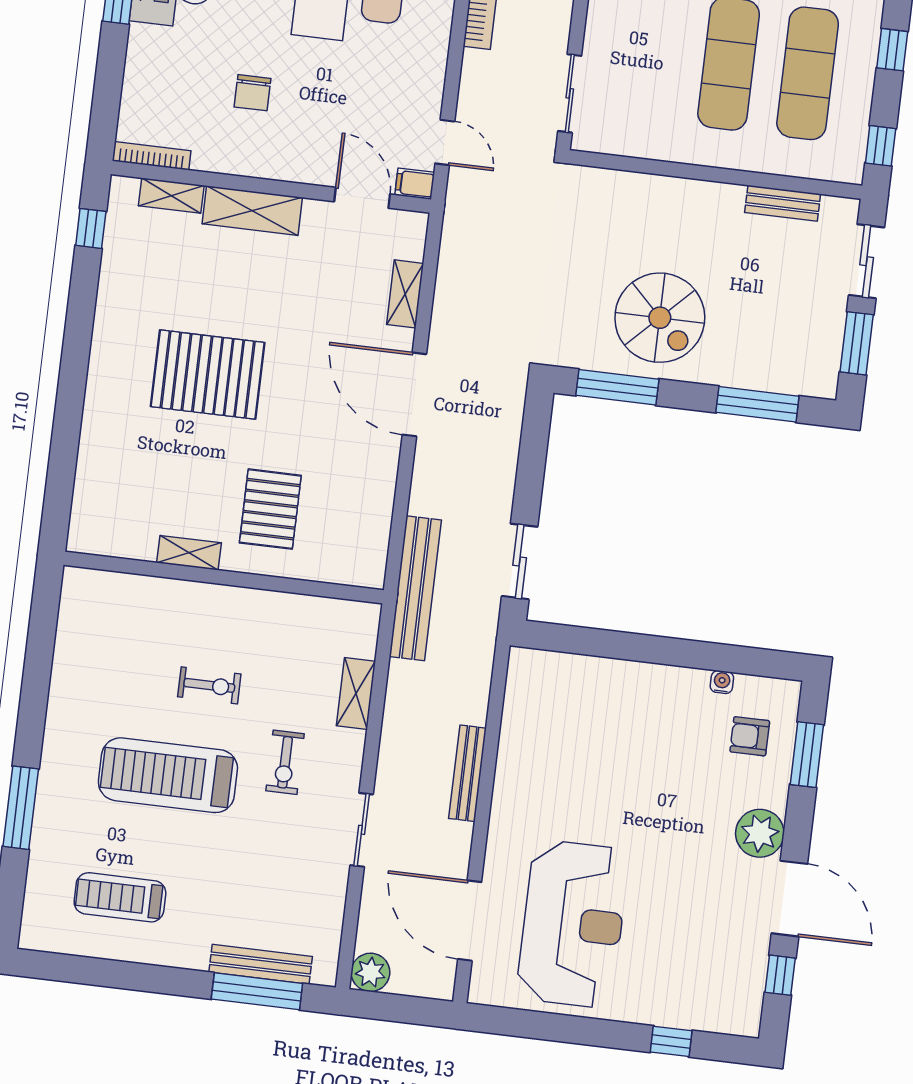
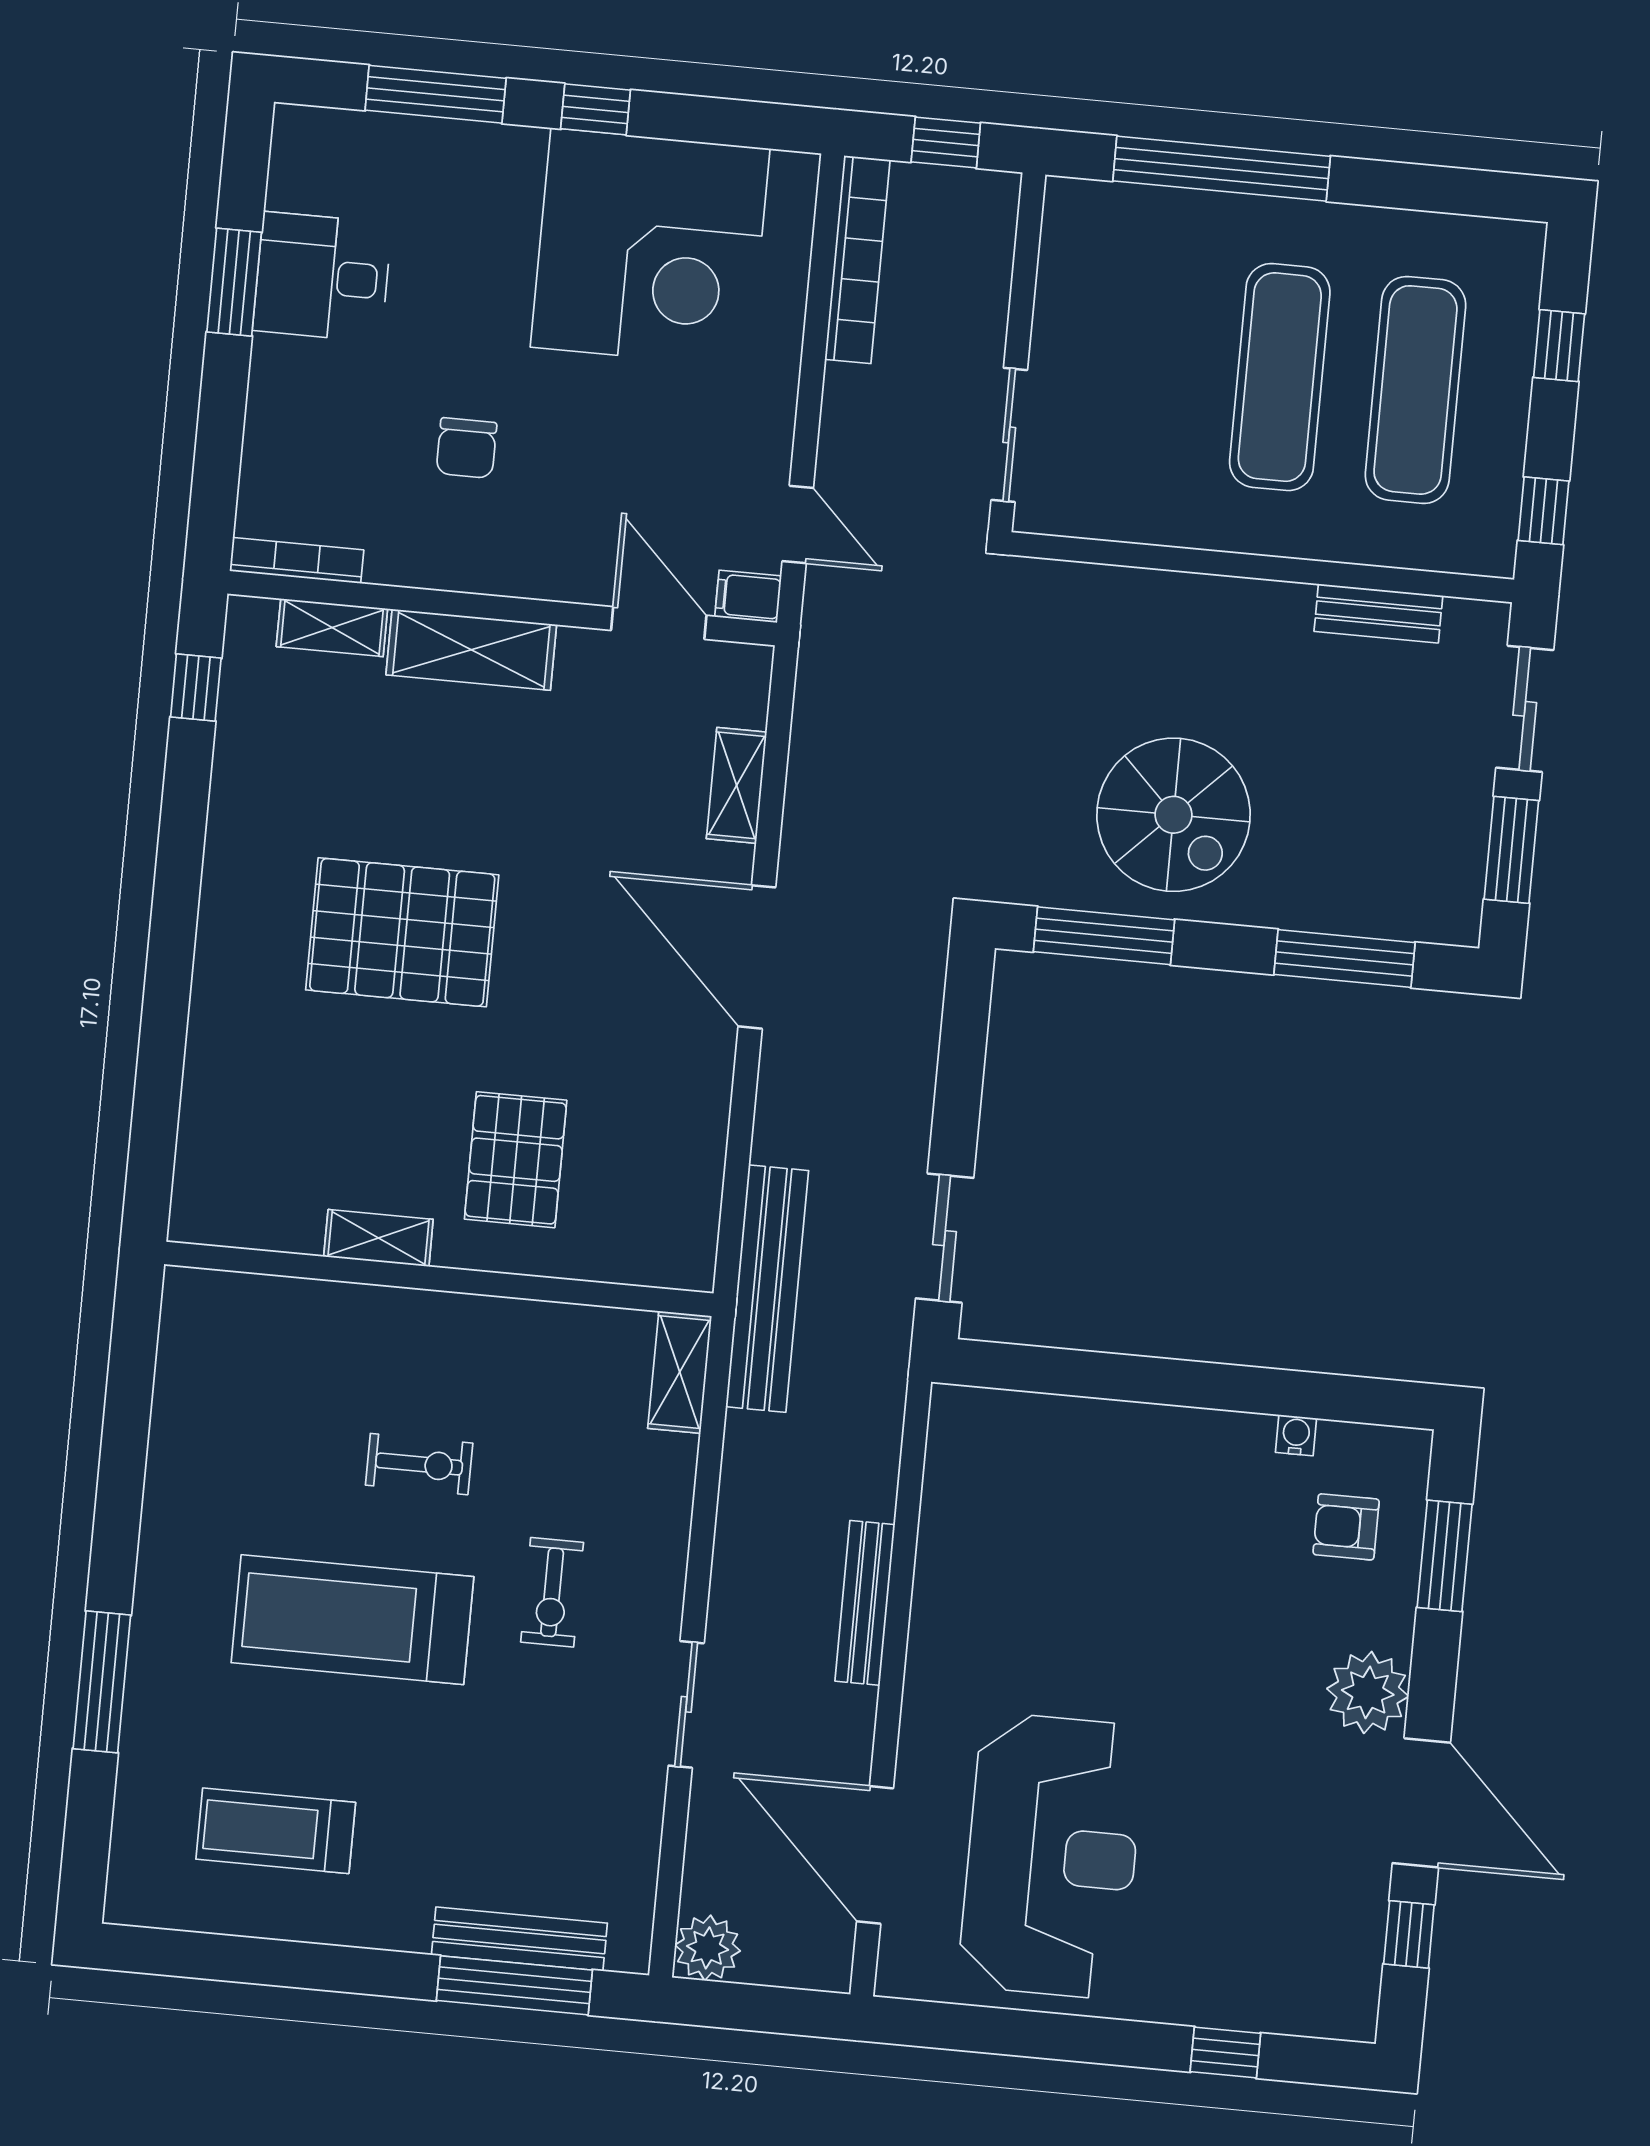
shelving: (356, 693) -> (680, 1372), moved

